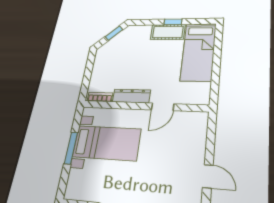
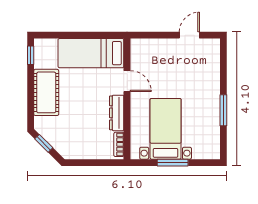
window: (173, 22) -> (31, 55), moved
cot: (168, 32) -> (46, 92), width x1.37, depth x1.34
bed: (198, 52) -> (91, 53), moved, turned 180

